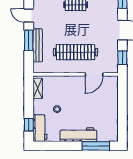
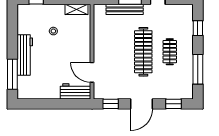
clothes rail: (76, 52) -> (143, 52), moved
workbench: (40, 128) -> (76, 91), moved, turned 180

